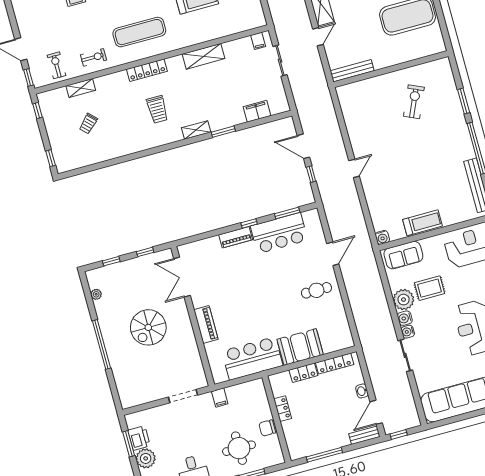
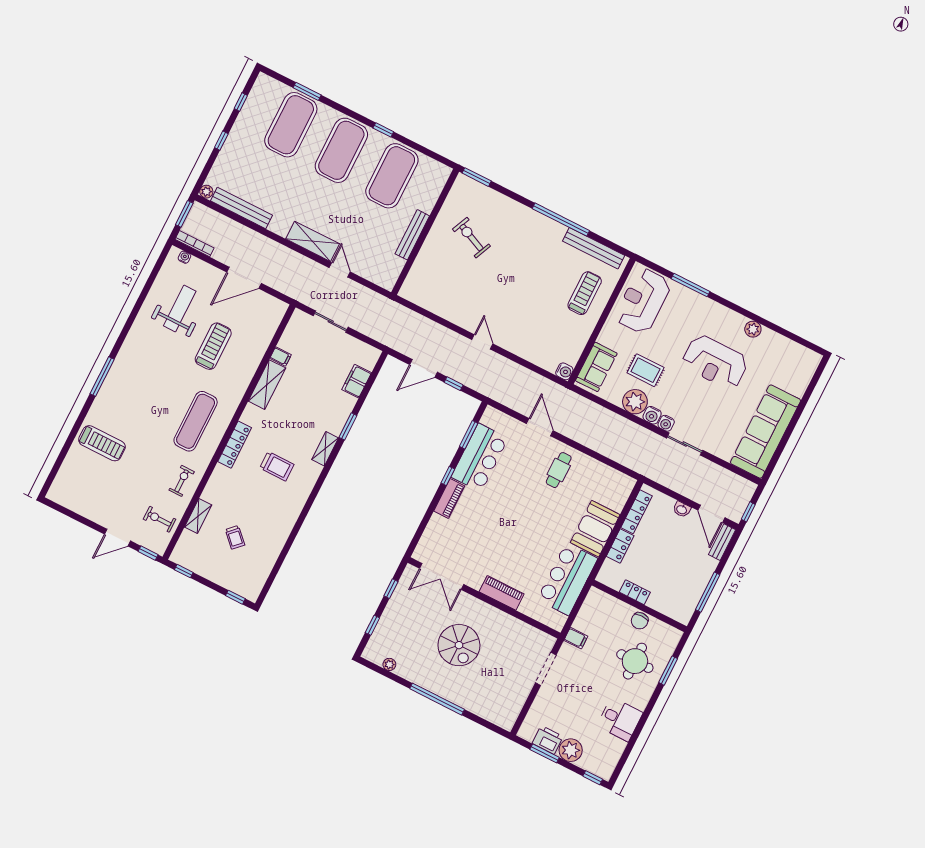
filing cabinet: (258, 41) -> (281, 357), moved
bench: (352, 71) -> (412, 235), moved
window: (464, 101) -> (477, 177), moved
treadmill: (423, 223) -> (585, 293), moved
rug: (430, 288) -> (645, 370), turned 90

